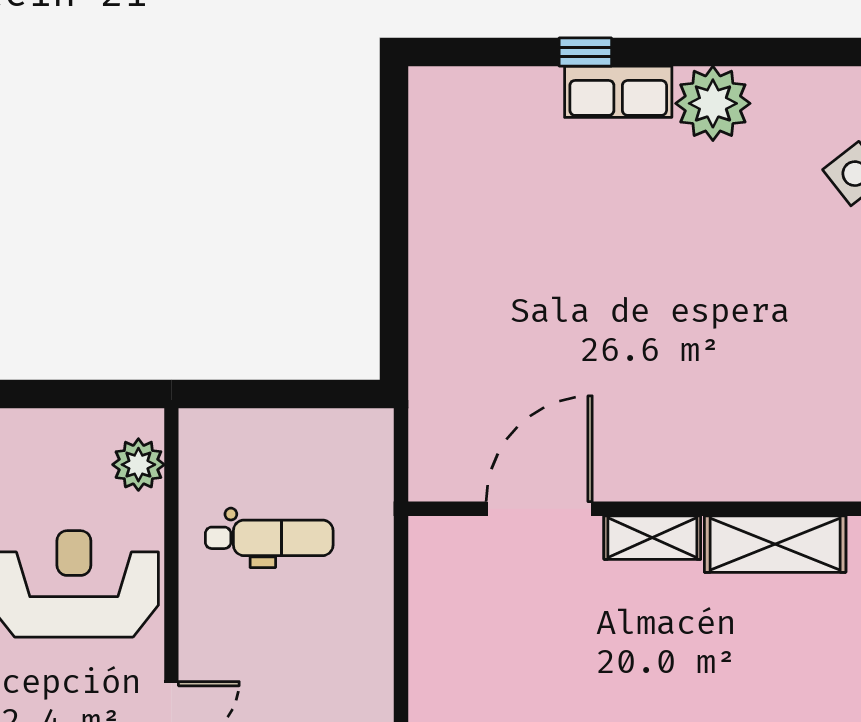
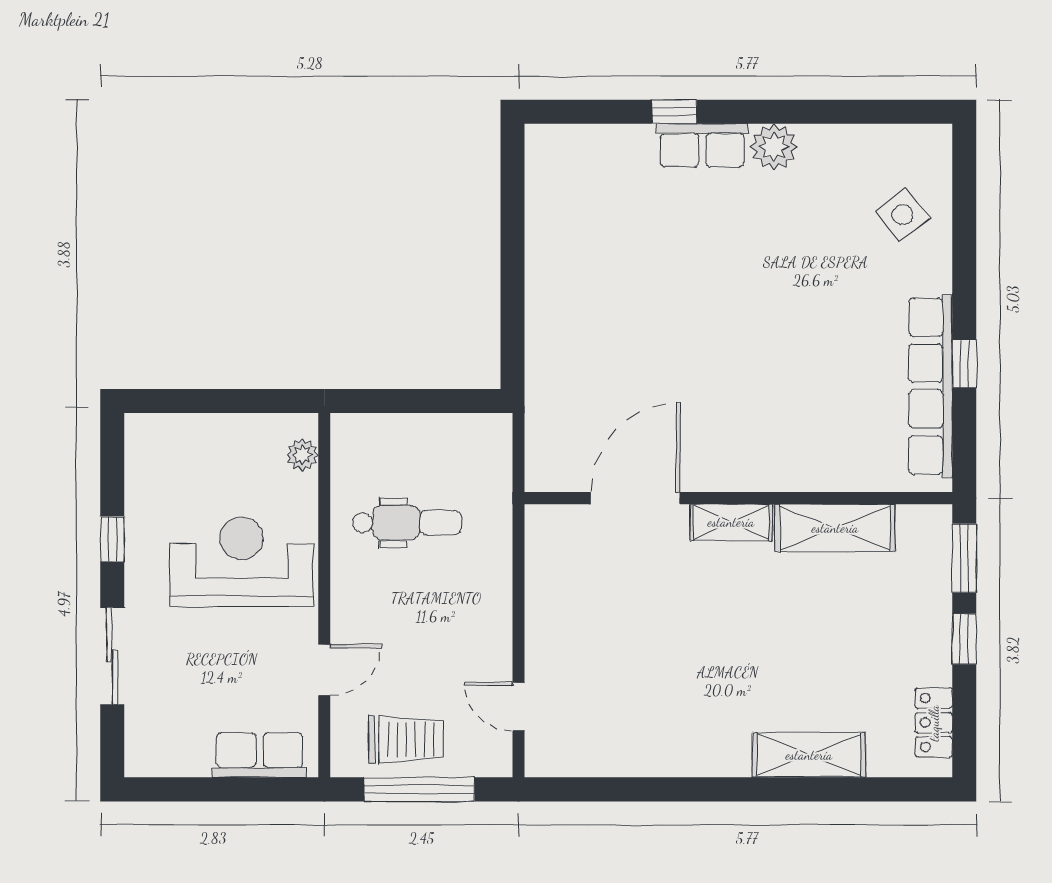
plant: (713, 103) -> (774, 147), width x0.73, depth x0.73
plant: (138, 465) -> (302, 455), width x0.73, depth x0.73

